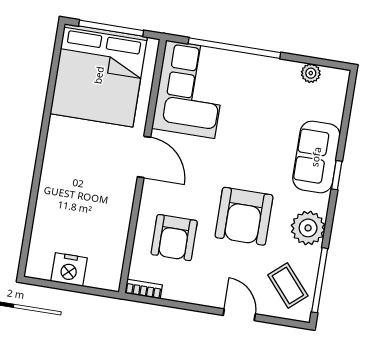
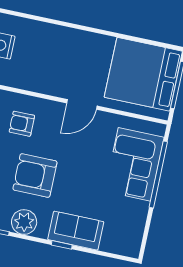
plant: (311, 73) -> (137, 230), removed
corner sofa: (190, 89) -> (134, 164), moved, turned 90
armchair: (174, 238) -> (22, 124), width x0.72, depth x0.72

